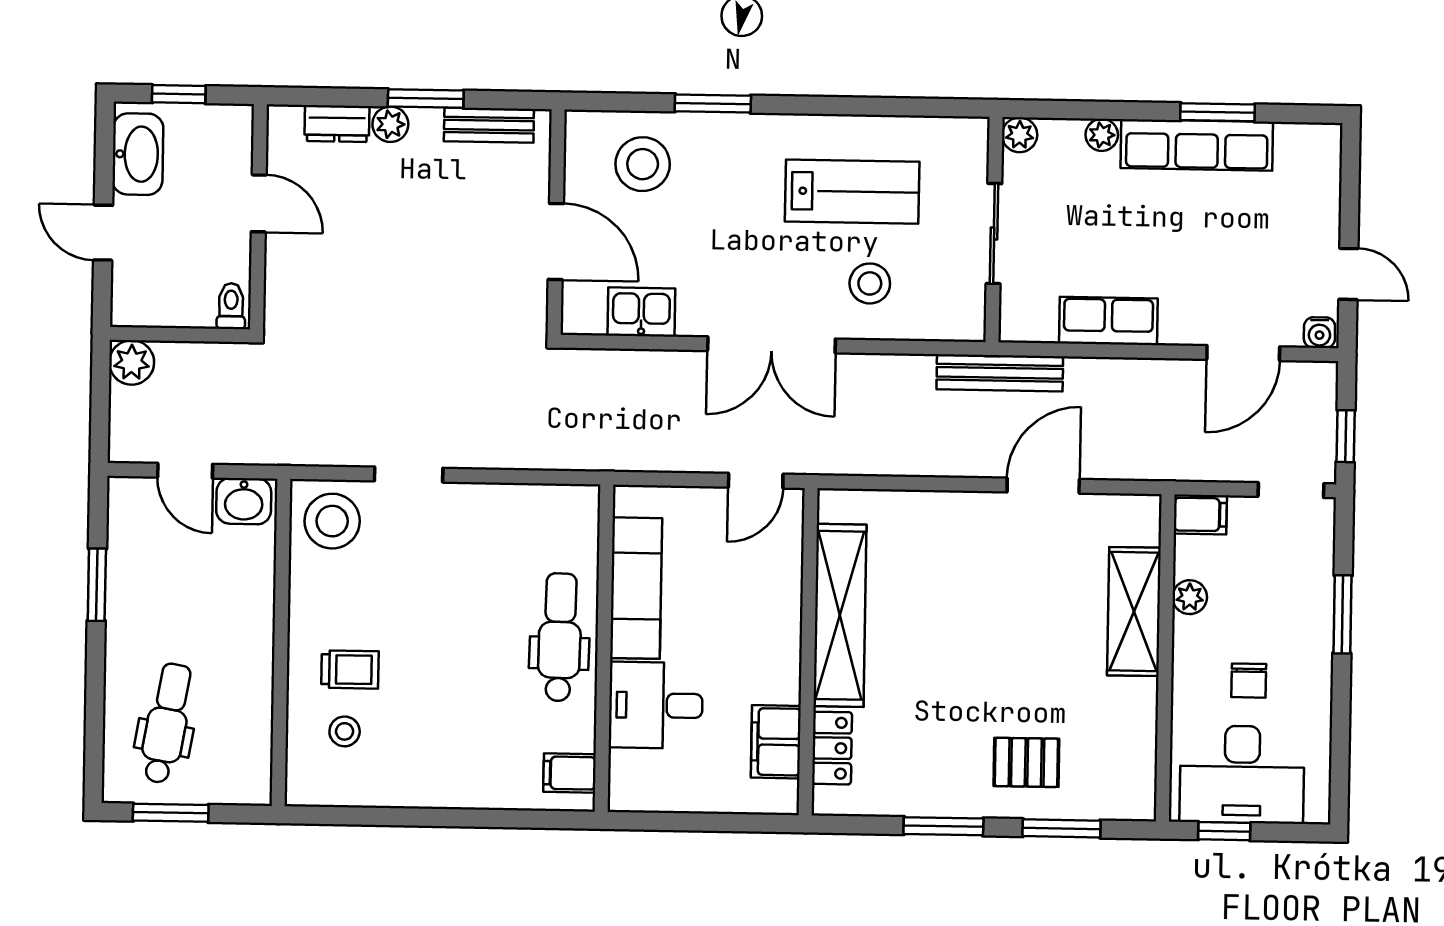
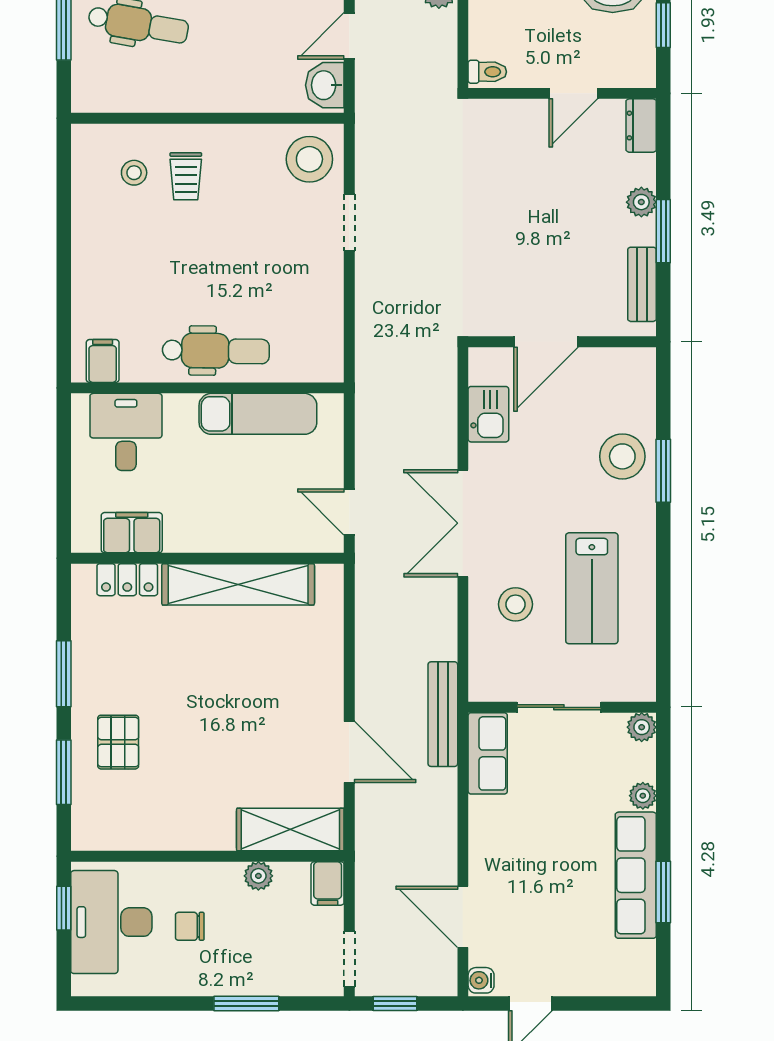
dresser: (337, 124) -> (641, 126), moved
stool: (643, 164) -> (622, 456), moved
row of seats: (1108, 321) -> (488, 753), moved
shelving: (1134, 611) -> (290, 830), moved
desk: (656, 705) -> (126, 432), moved

